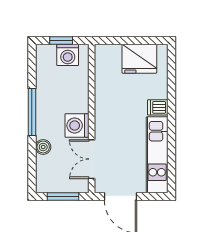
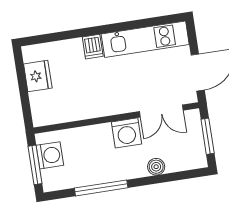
window: (61, 40) -> (35, 165), width x1.50
fridge: (139, 59) -> (38, 76), width x0.73, depth x0.75
window: (32, 112) -> (101, 188), moved

